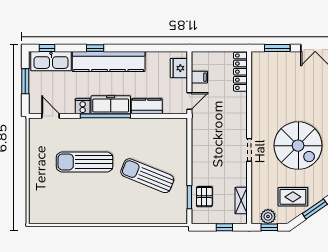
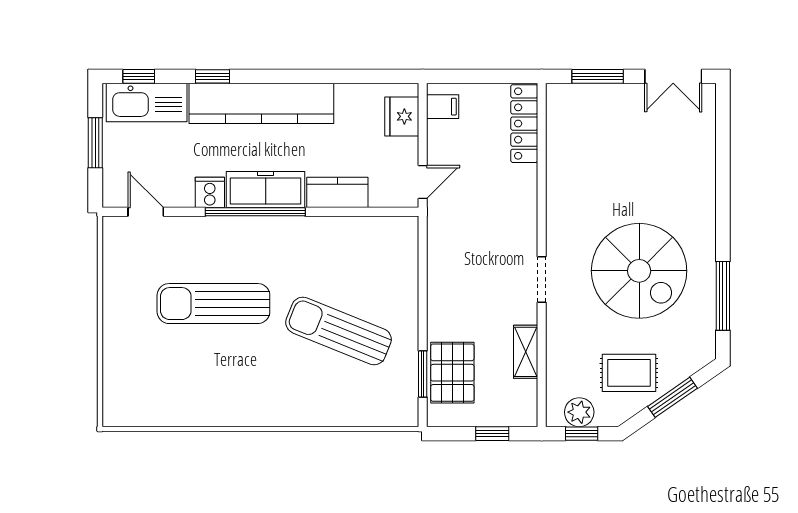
window: (95, 48) -> (213, 76), moved
filing cabinet: (199, 77) -> (443, 107), moved
pallet: (204, 197) -> (452, 373), width x1.50, depth x1.42
shelving: (241, 201) -> (526, 352), moved

